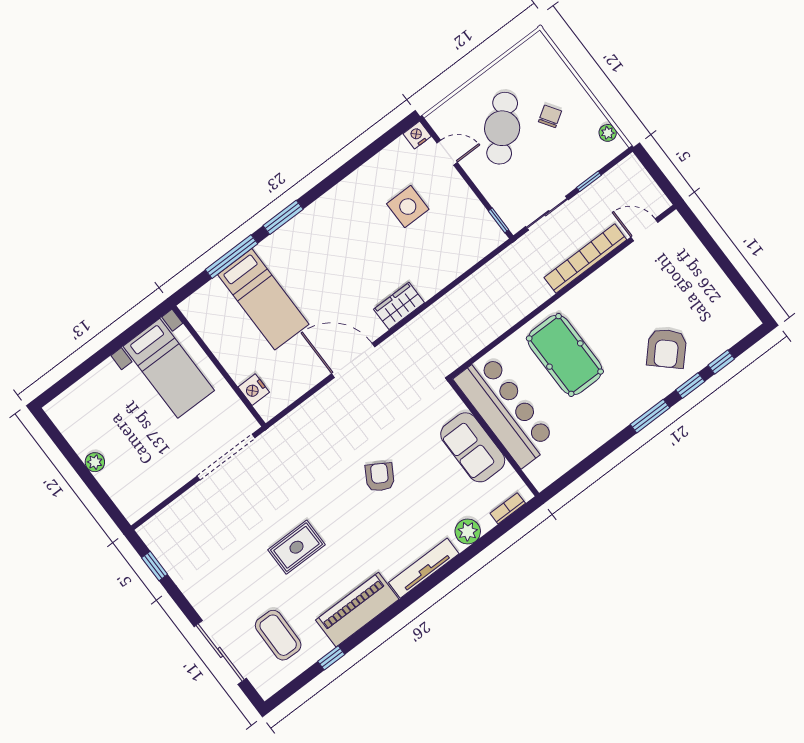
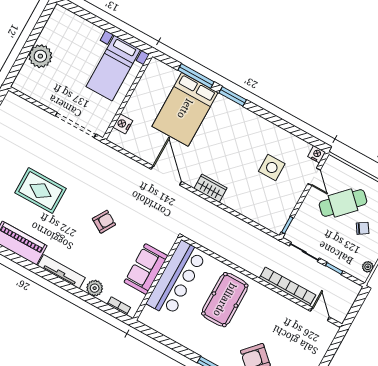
bed: (263, 299) -> (185, 109), width x1.50
plant: (95, 462) -> (40, 56), width x1.88, depth x1.88
rug: (297, 547) -> (41, 191), width x1.36, depth x1.43

